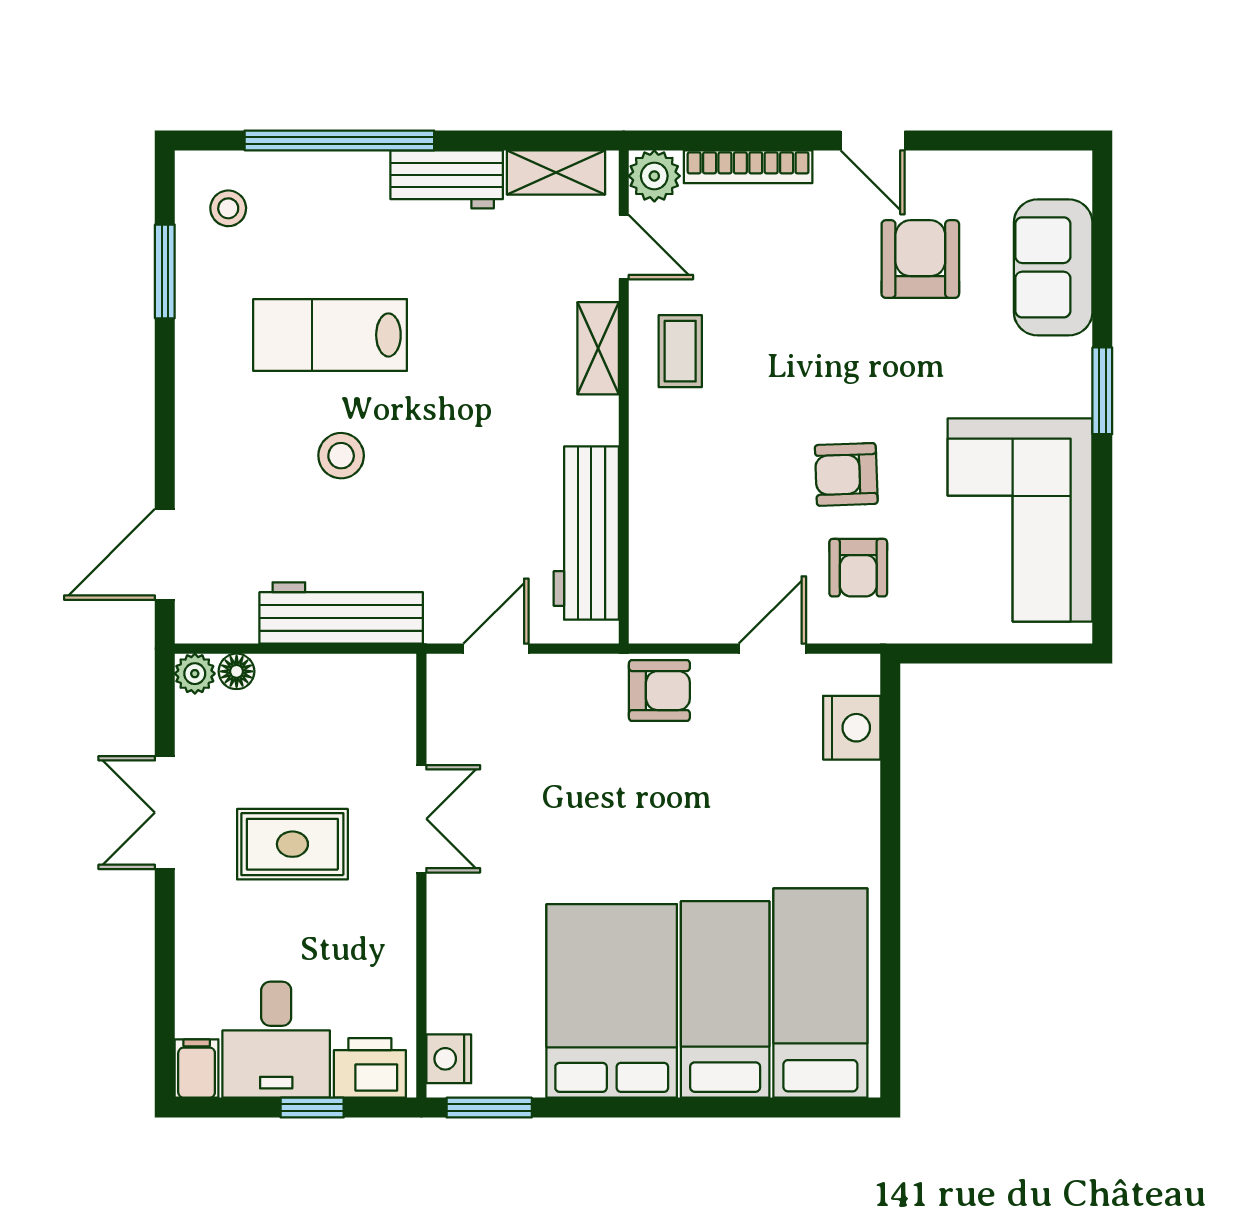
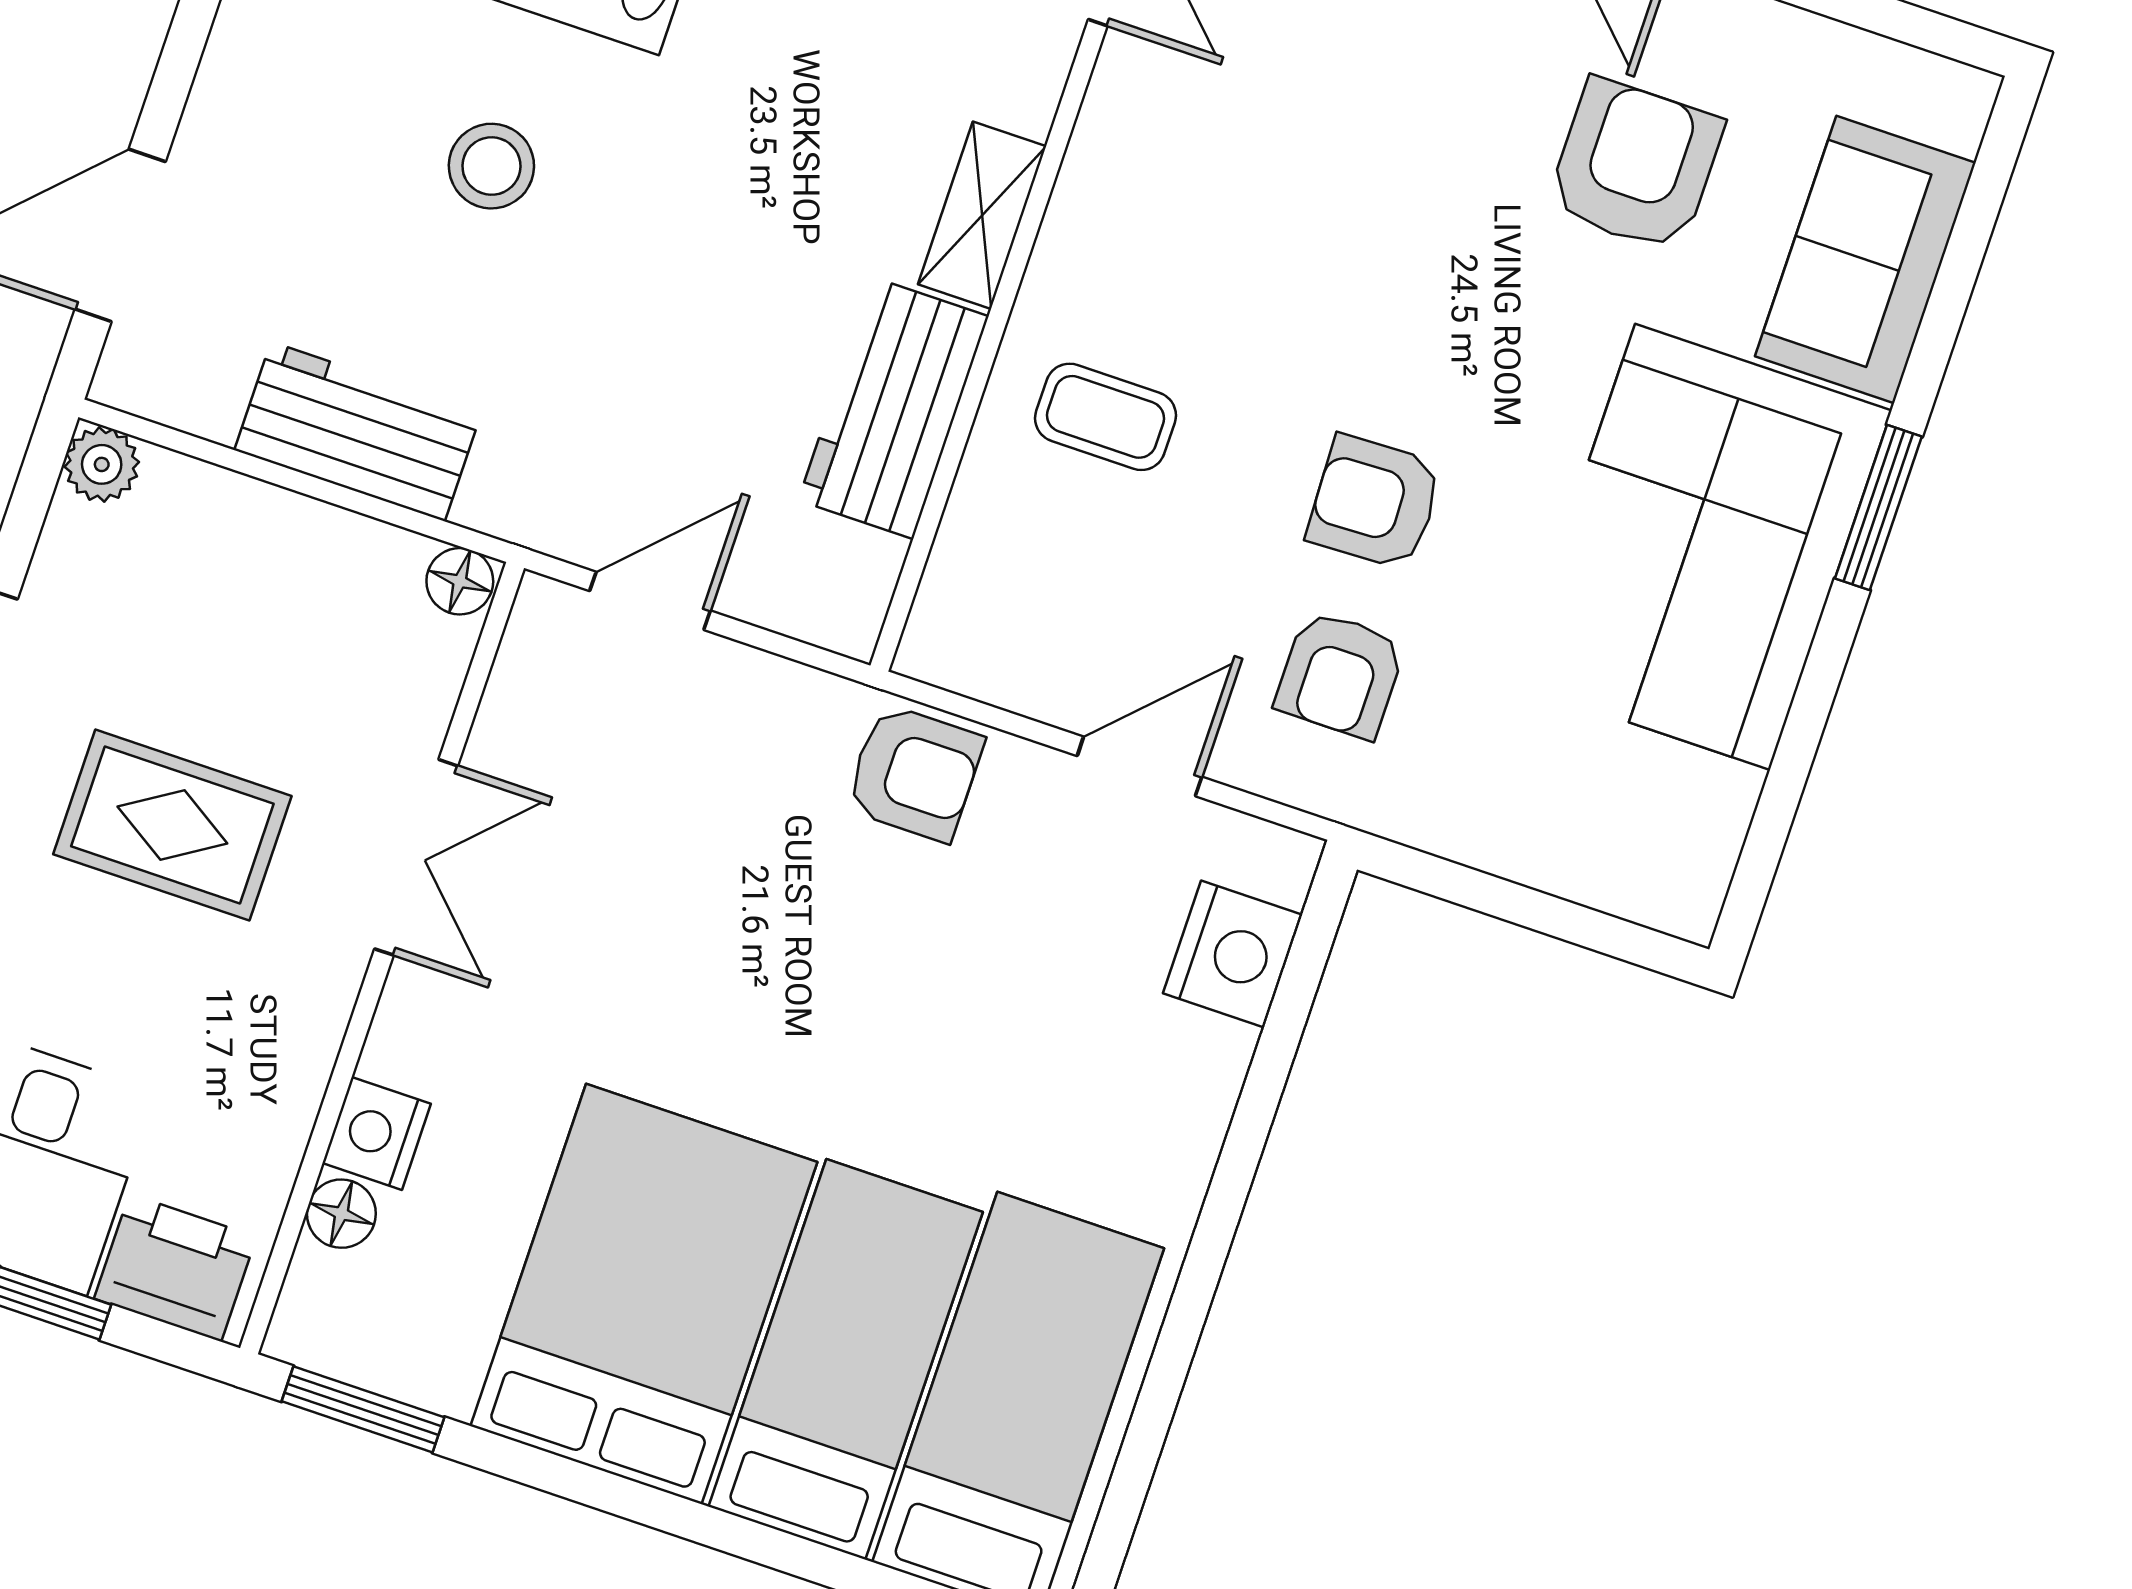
shelving: (598, 348) -> (982, 215), moved
coffee table: (680, 351) -> (1106, 417), moved, turned 90
corner sofa: (1020, 520) -> (1703, 547), moved
workbench: (586, 533) -> (893, 408), width x0.73
workbench: (341, 613) -> (358, 432), width x0.73
floor lamp: (237, 671) -> (460, 581), moved
floor lamp: (445, 1012) -> (341, 1214), added
nightstand: (449, 1059) -> (377, 1133), moved

